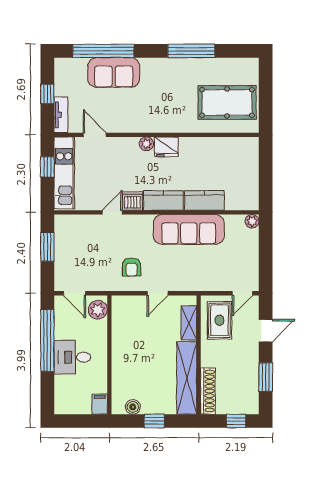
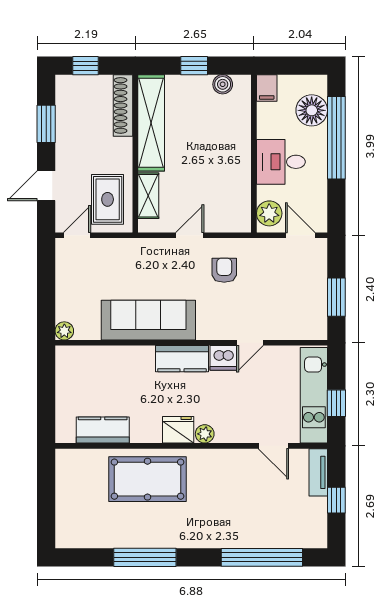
sofa: (114, 73) -> (248, 529), removed
pool table: (227, 102) -> (148, 479), moved
kitchen counter: (204, 200) -> (103, 430), moved, turned 180
window: (47, 340) -> (336, 138), moved
desk: (72, 357) -> (281, 162), moved, turned 180
floor lamp: (66, 387) -> (312, 110), added

